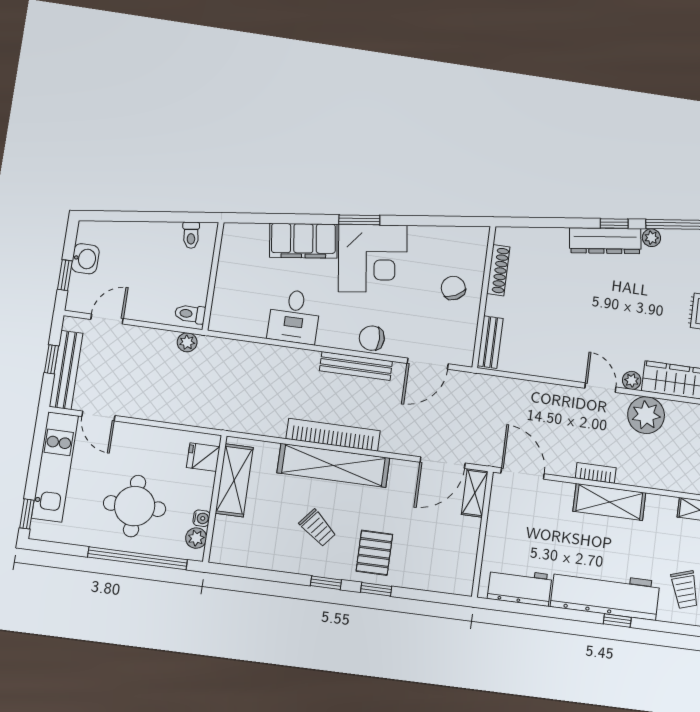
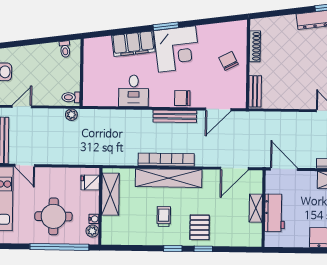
shelving: (475, 493) -> (256, 208), moved
trolley: (318, 528) -> (164, 217), turned -130
workbench: (520, 587) -> (275, 213), moved, turned 90

